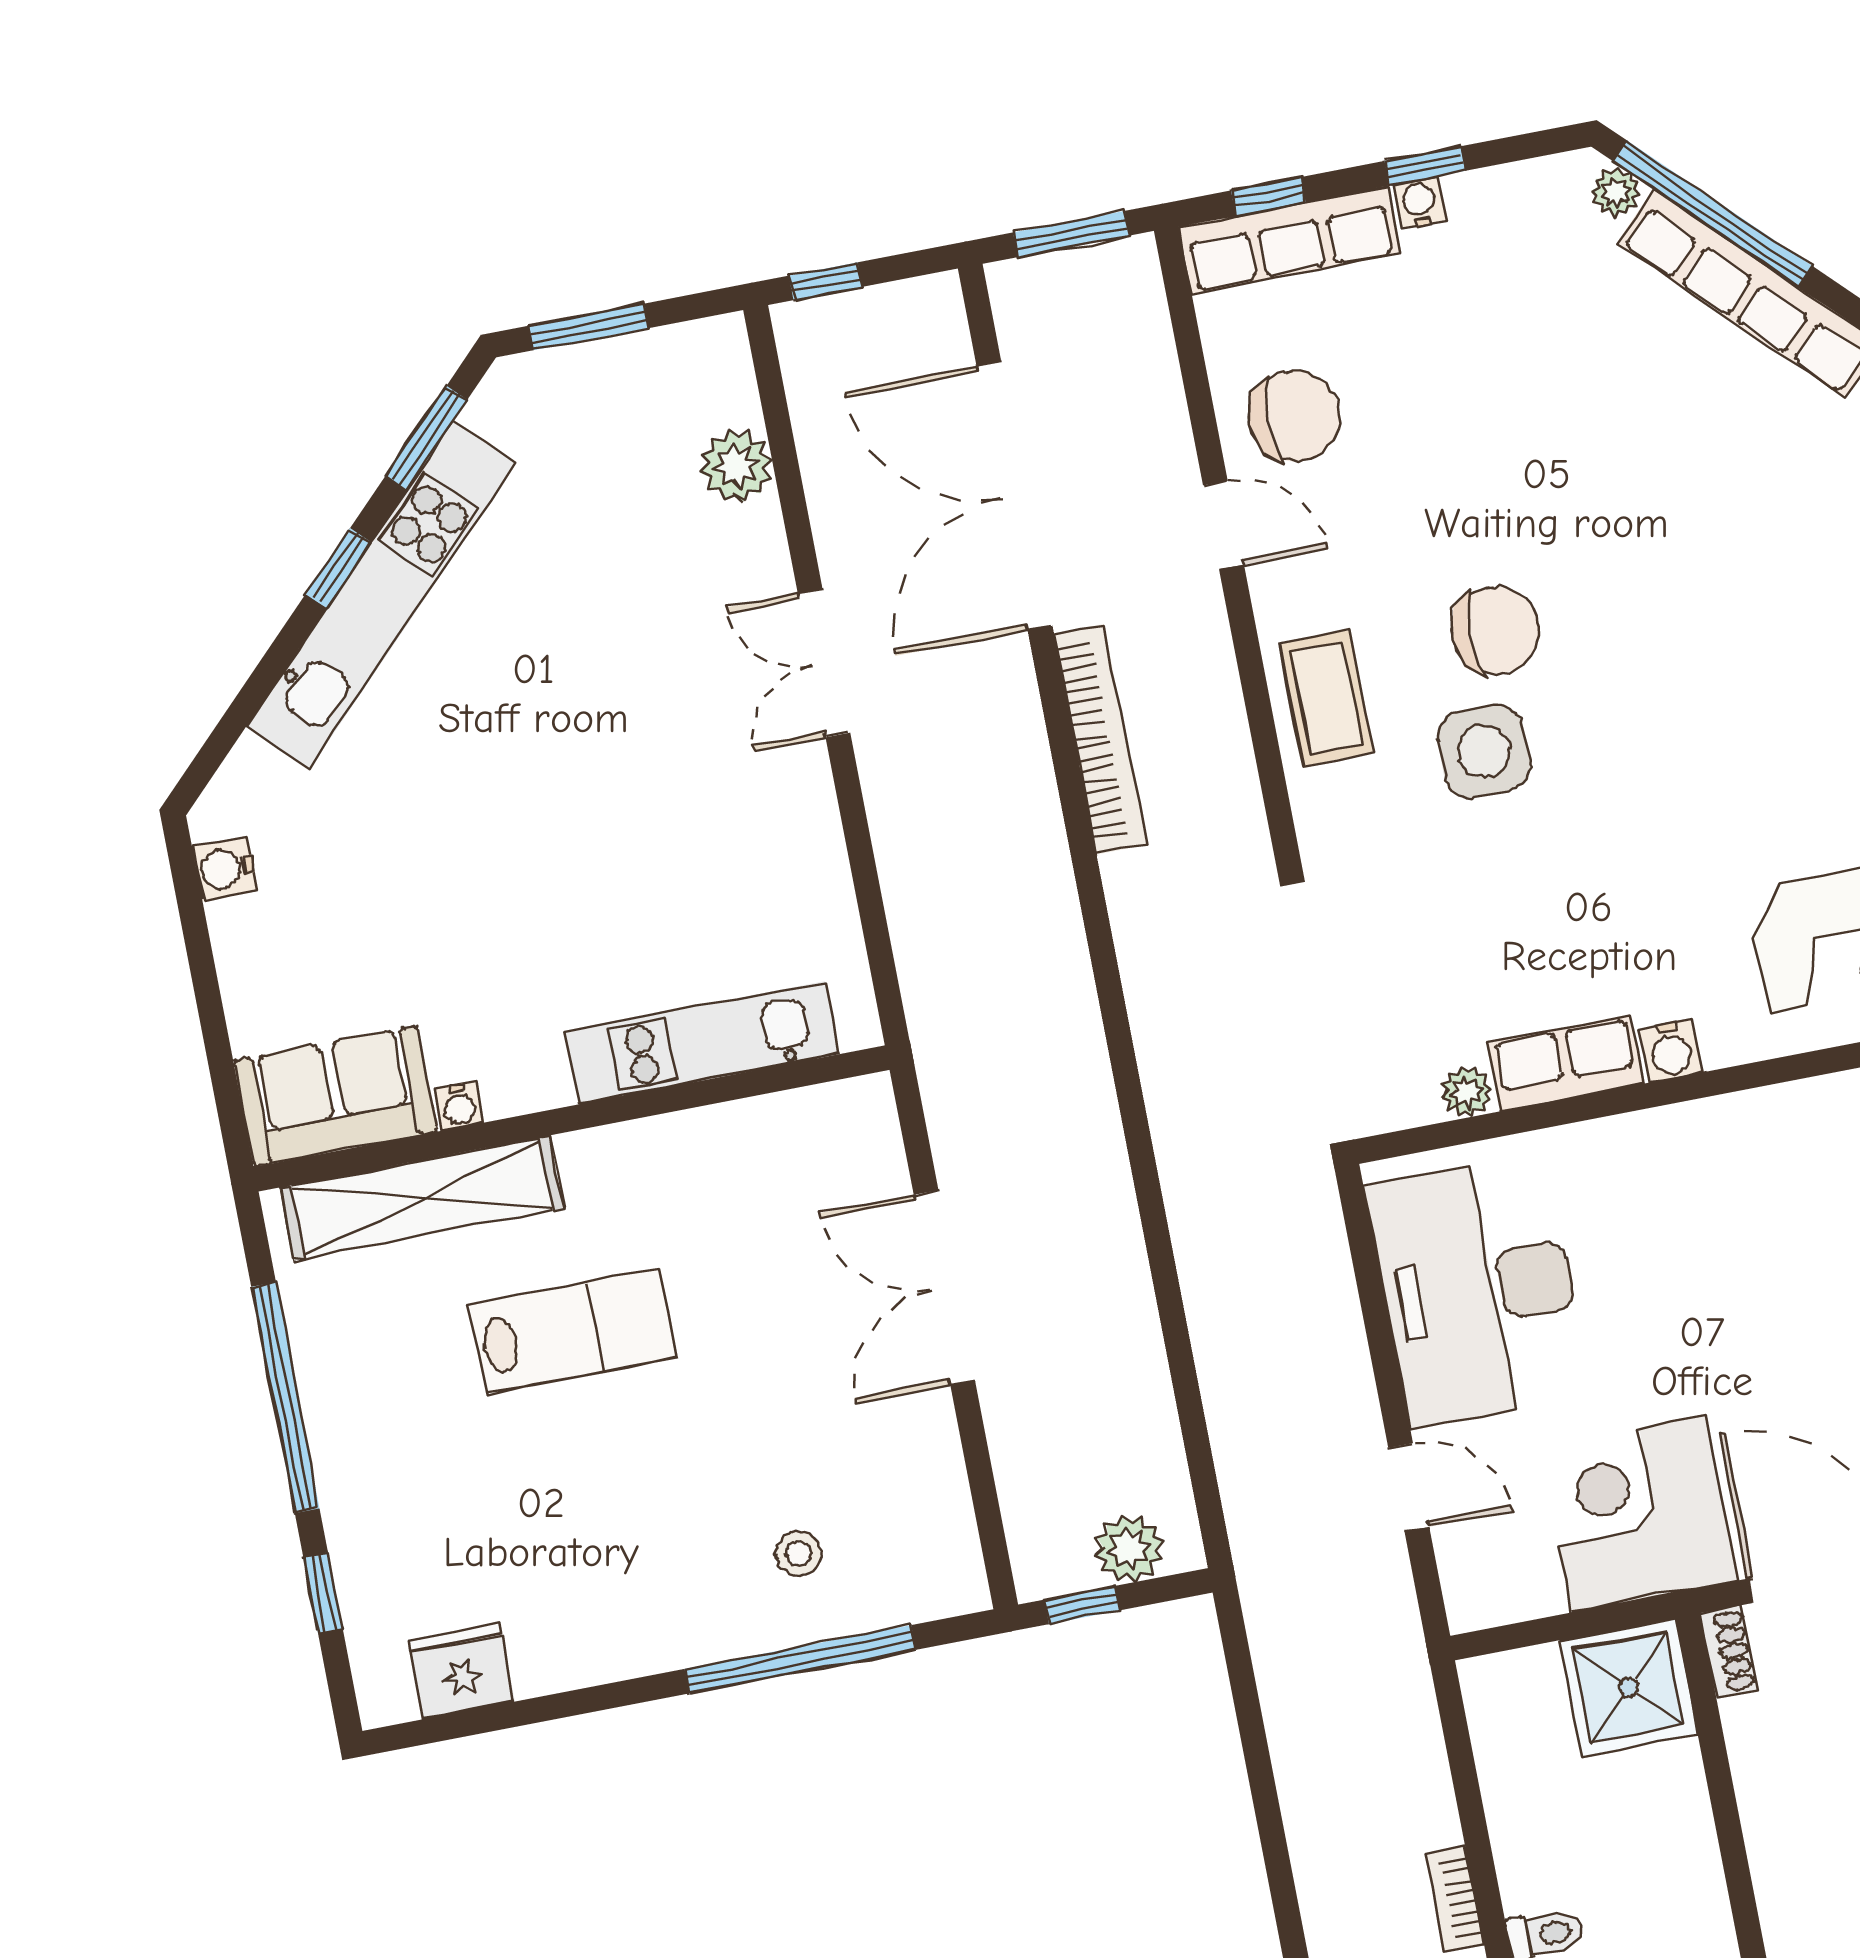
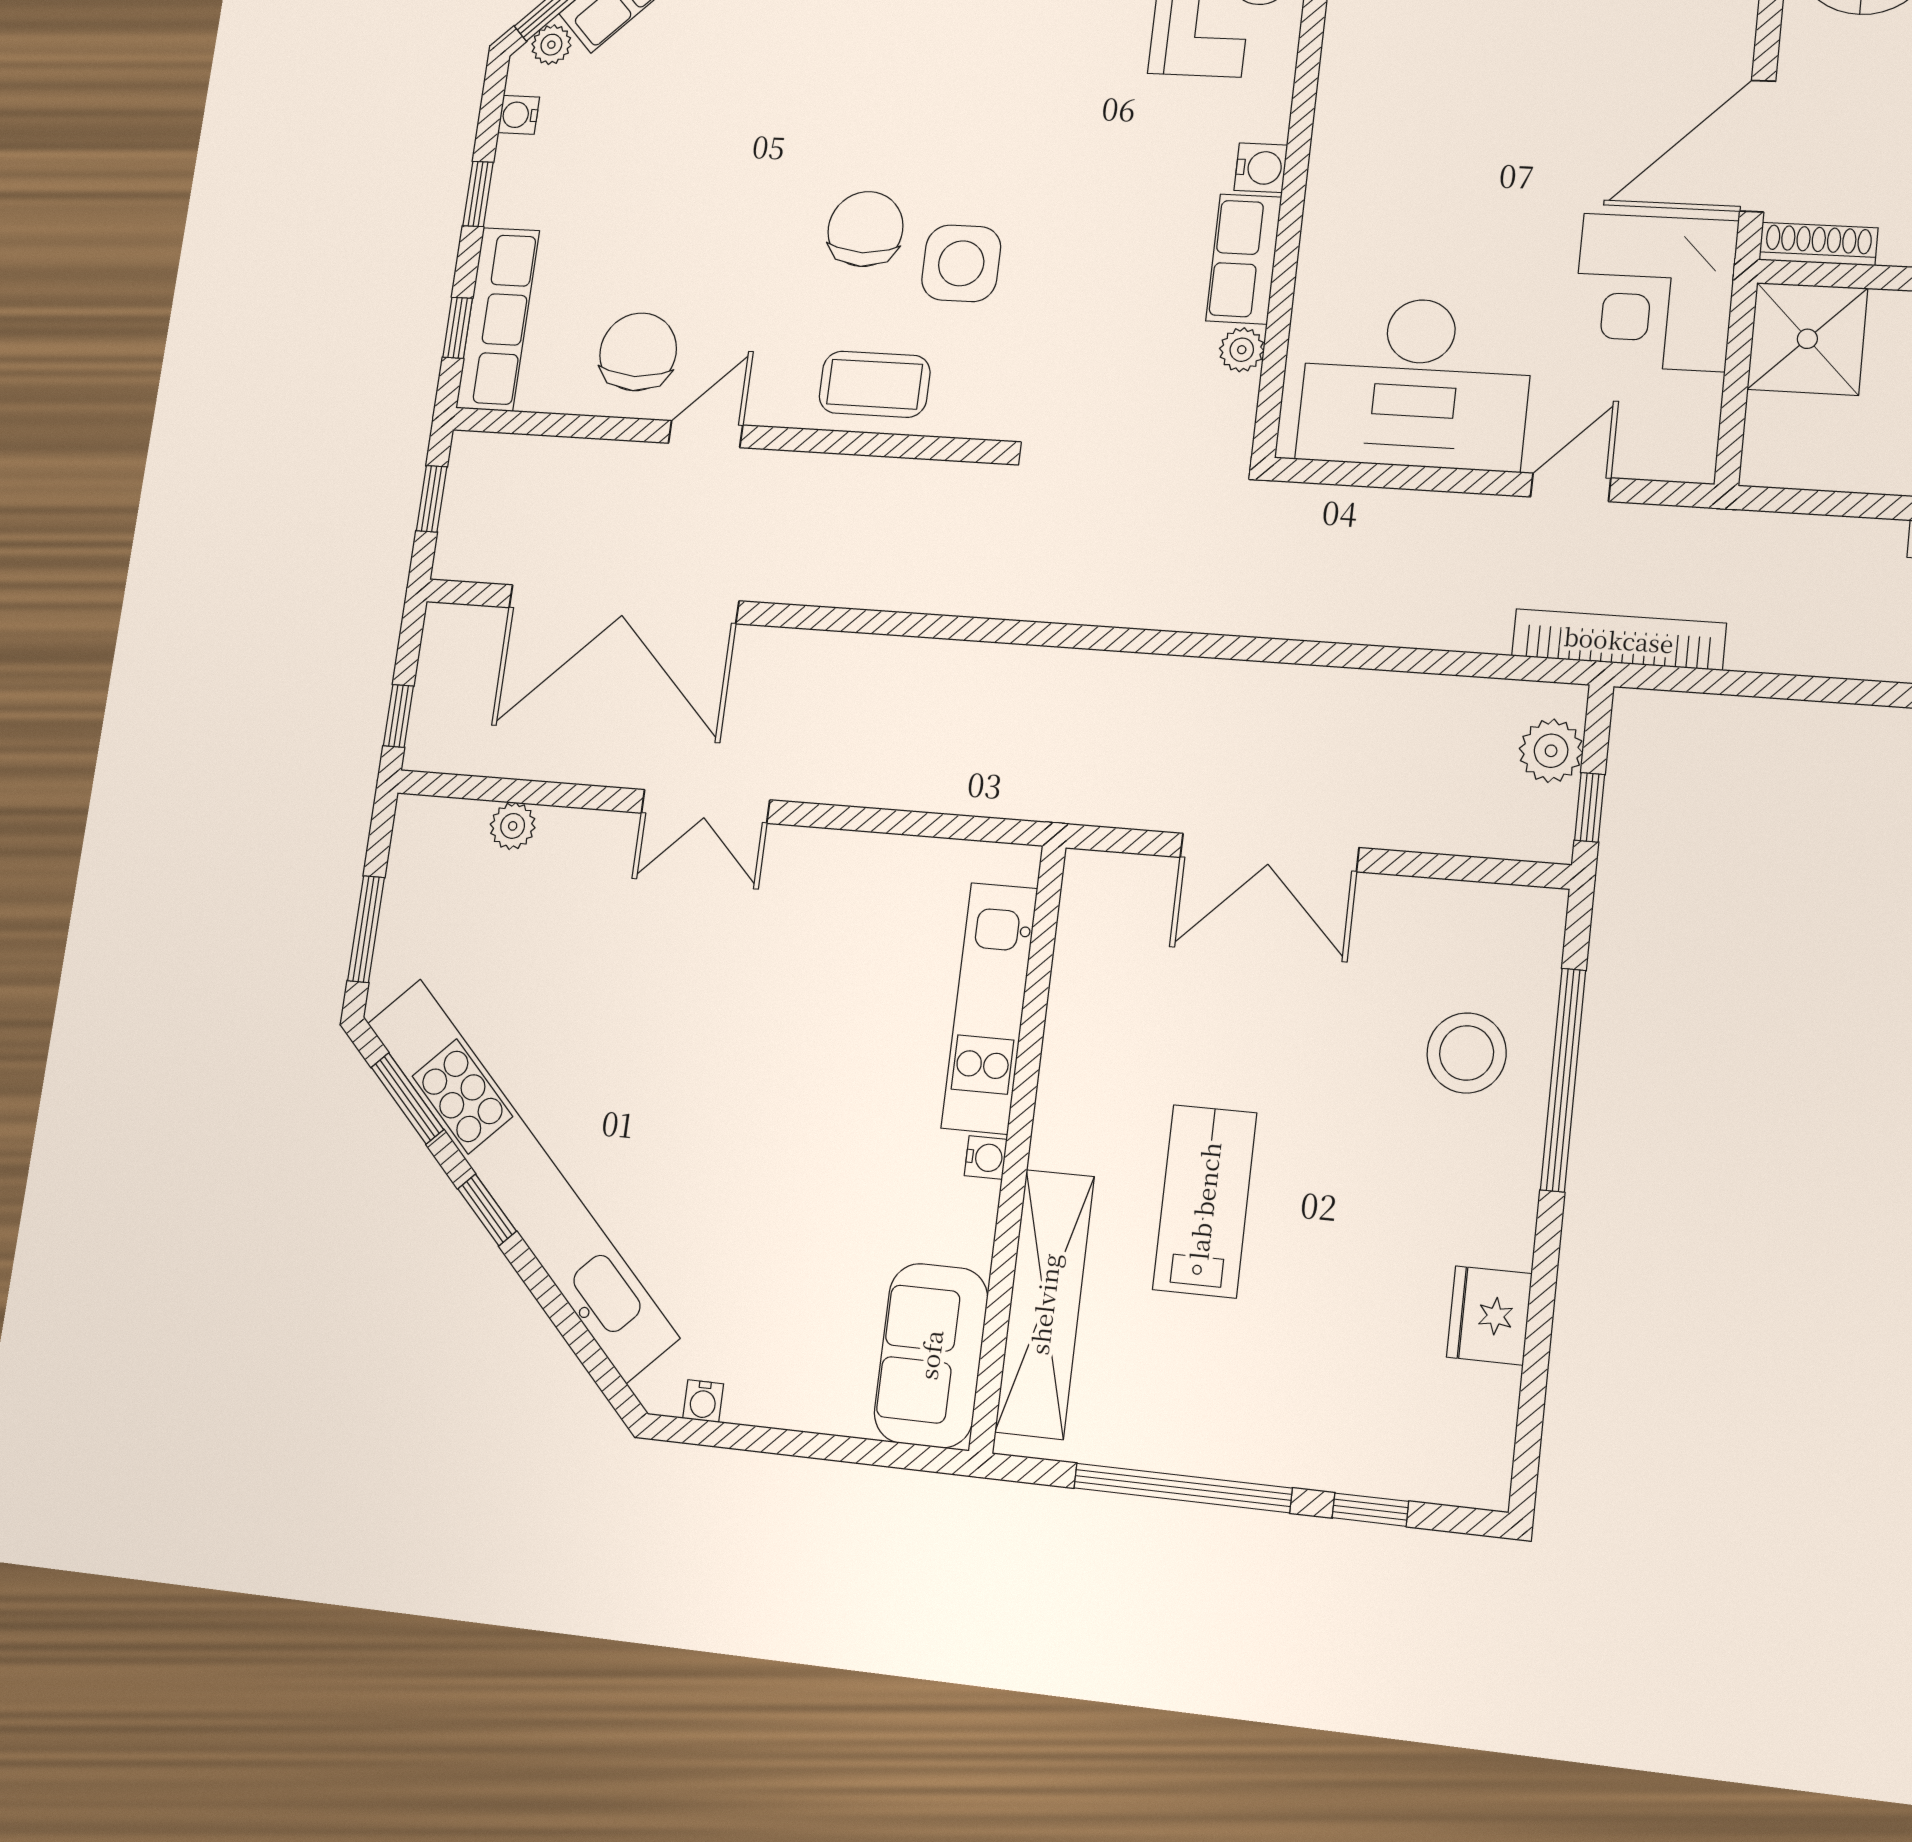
water cooler: (1419, 203) -> (519, 115), moved
window: (1071, 234) -> (432, 499), width x0.67
plant: (736, 466) -> (513, 826), width x0.73, depth x0.73
kitchen unit: (381, 595) -> (522, 1178), width x1.36
bookcase: (1100, 739) -> (1619, 640), moved
water cooler: (225, 869) -> (703, 1401), width x0.72, depth x0.72
water cooler: (459, 1106) -> (986, 1158), moved
stool: (799, 1554) -> (1467, 1053), width x1.89, depth x1.89
shoe rack: (1729, 1652) -> (1818, 244), width x1.43
fridge: (461, 1671) -> (1489, 1315), moved

